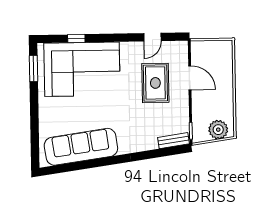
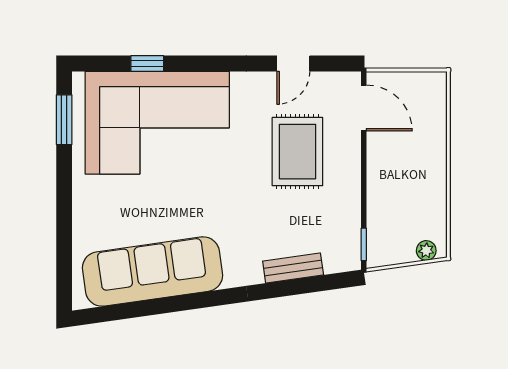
door: (190, 78) -> (364, 108), moved
plant: (218, 130) -> (426, 250), width x0.53, depth x0.53
bench: (174, 141) -> (293, 268), moved

